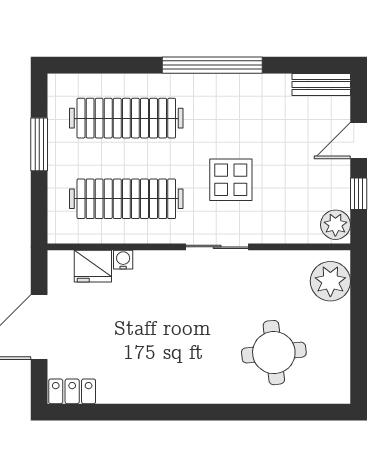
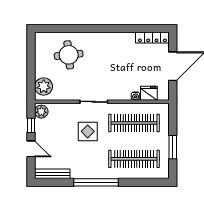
bench: (321, 84) -> (52, 174), width x1.36
door: (359, 140) -> (31, 149), hinge flipped
locker: (72, 391) -> (152, 38), width x1.53

